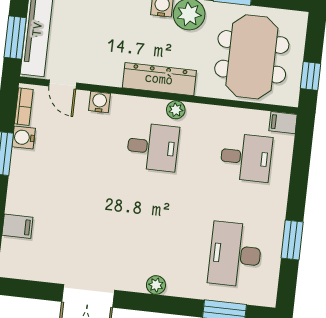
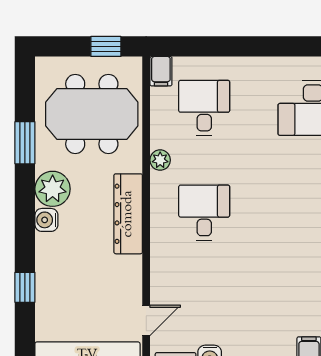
water cooler: (99, 102) -> (161, 277), removed
plant: (176, 110) -> (160, 160), moved
window: (292, 240) -> (290, 46), removed

